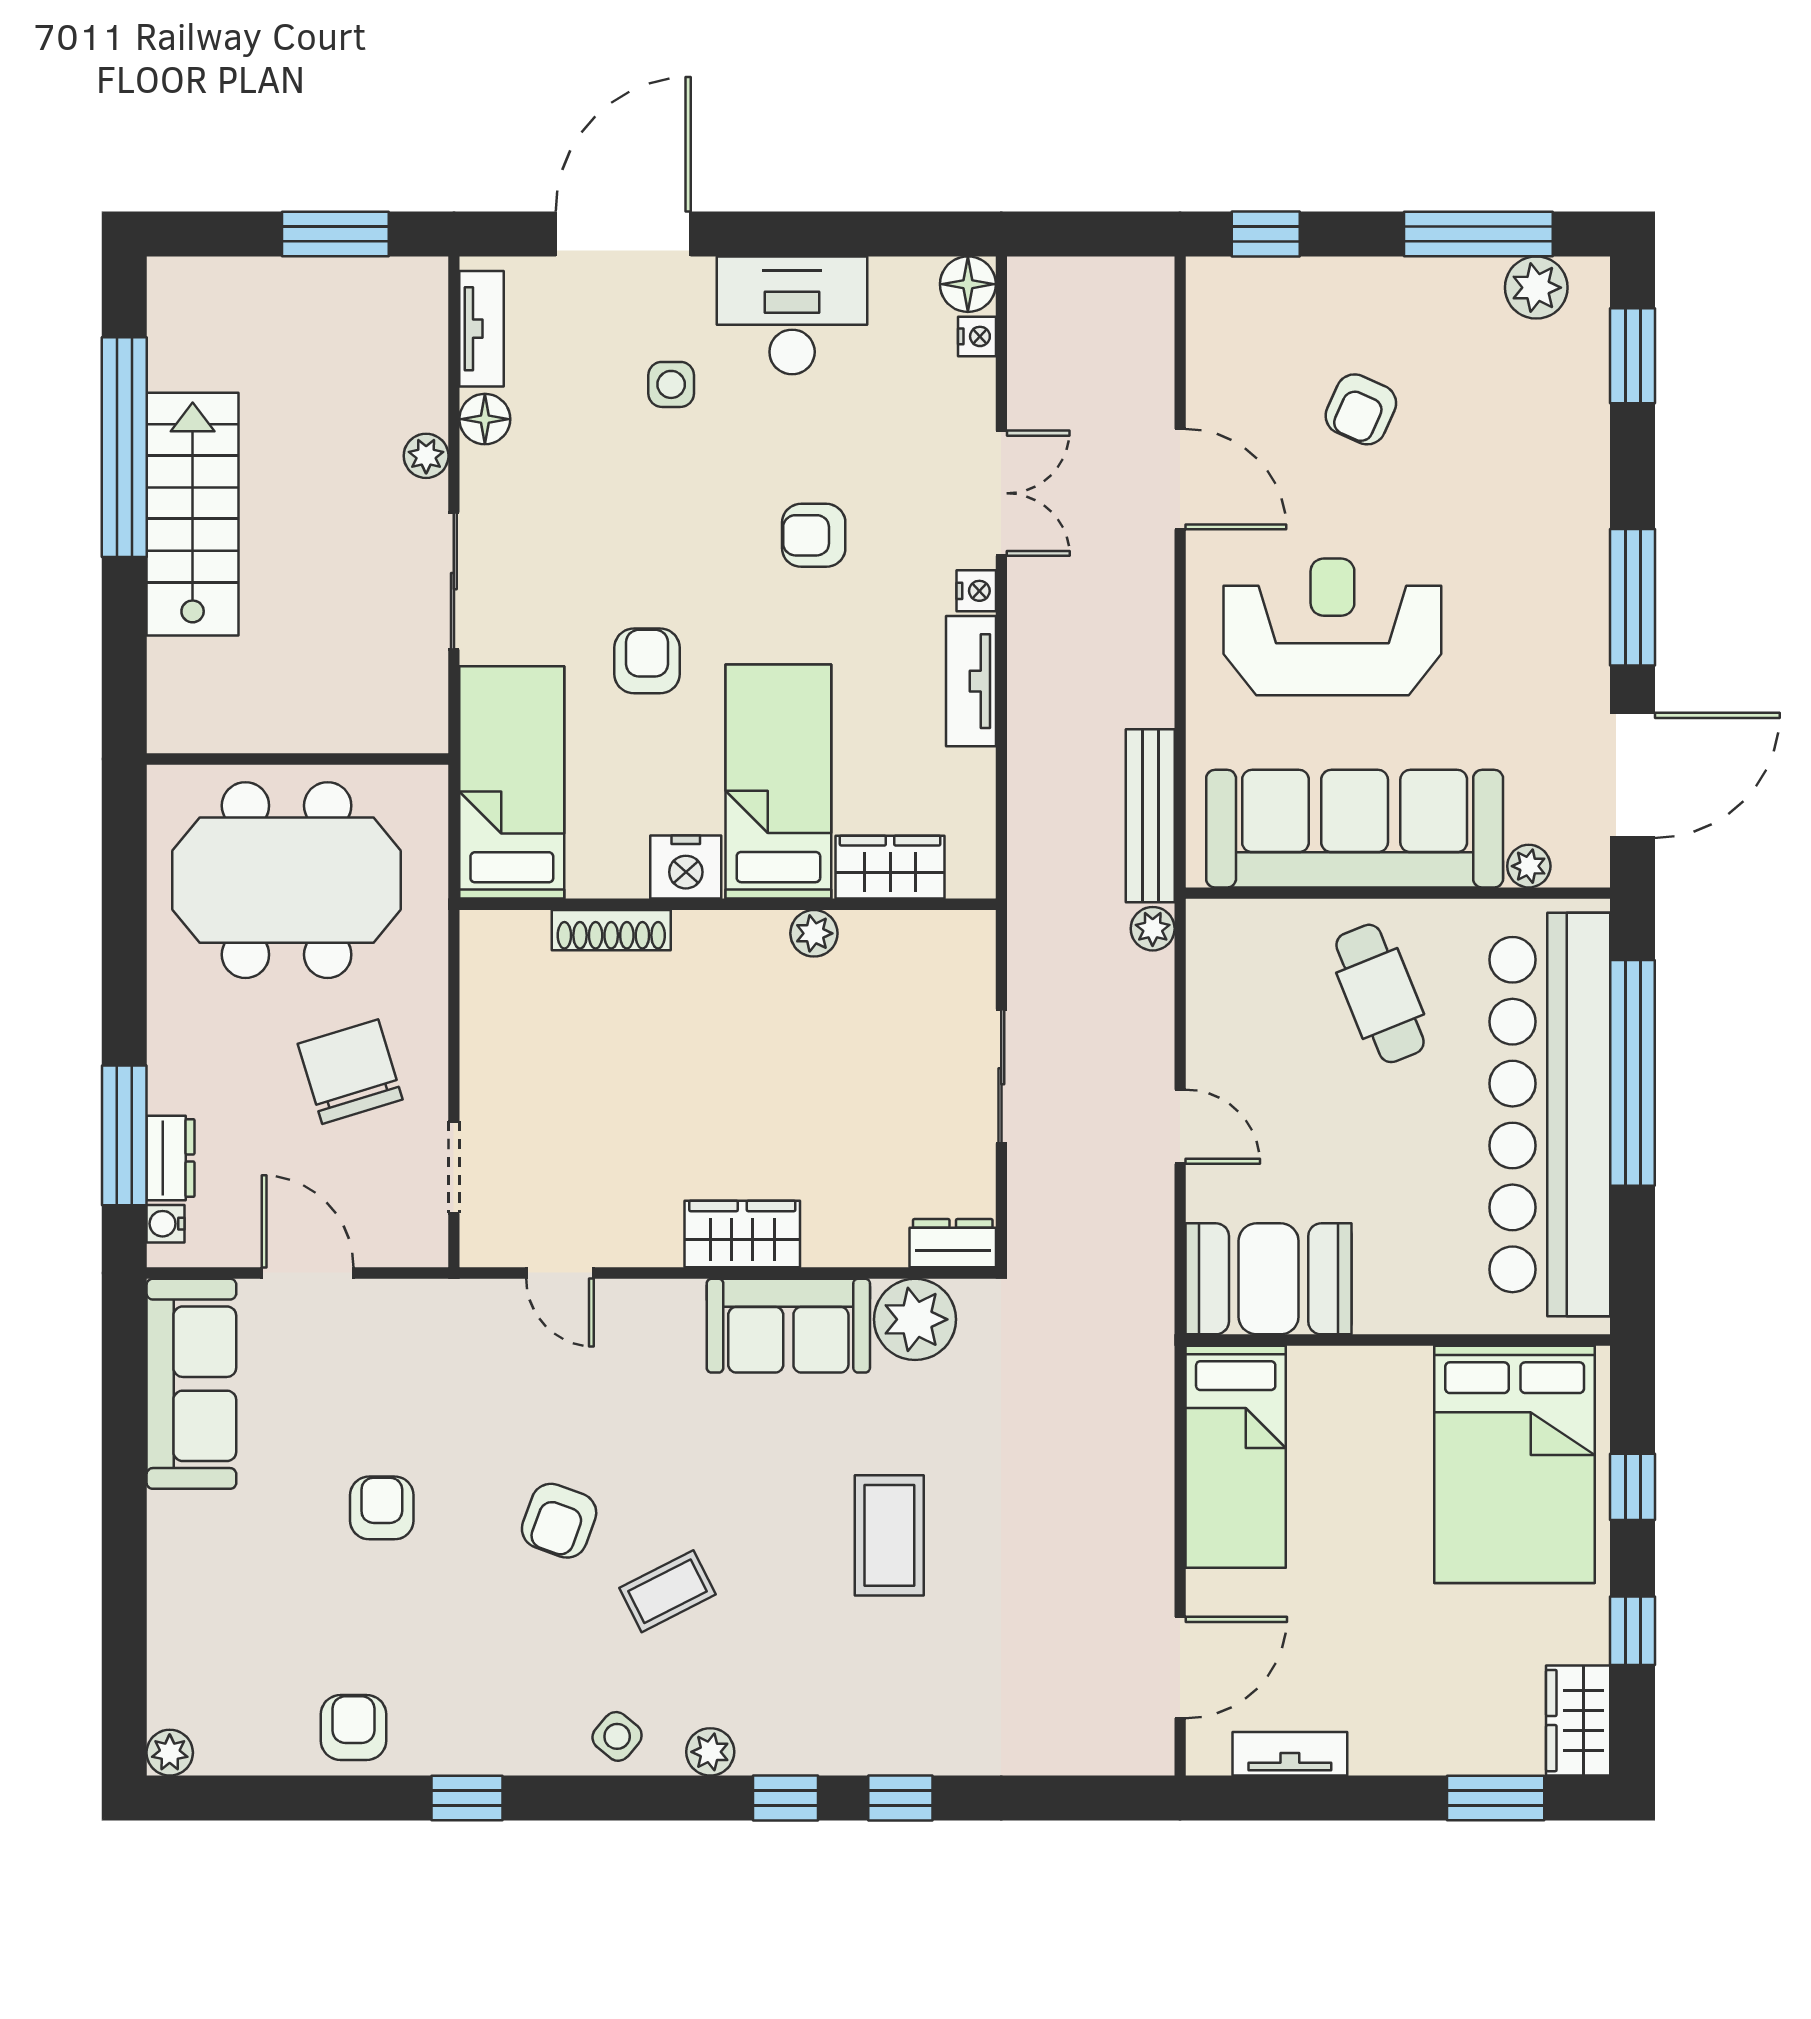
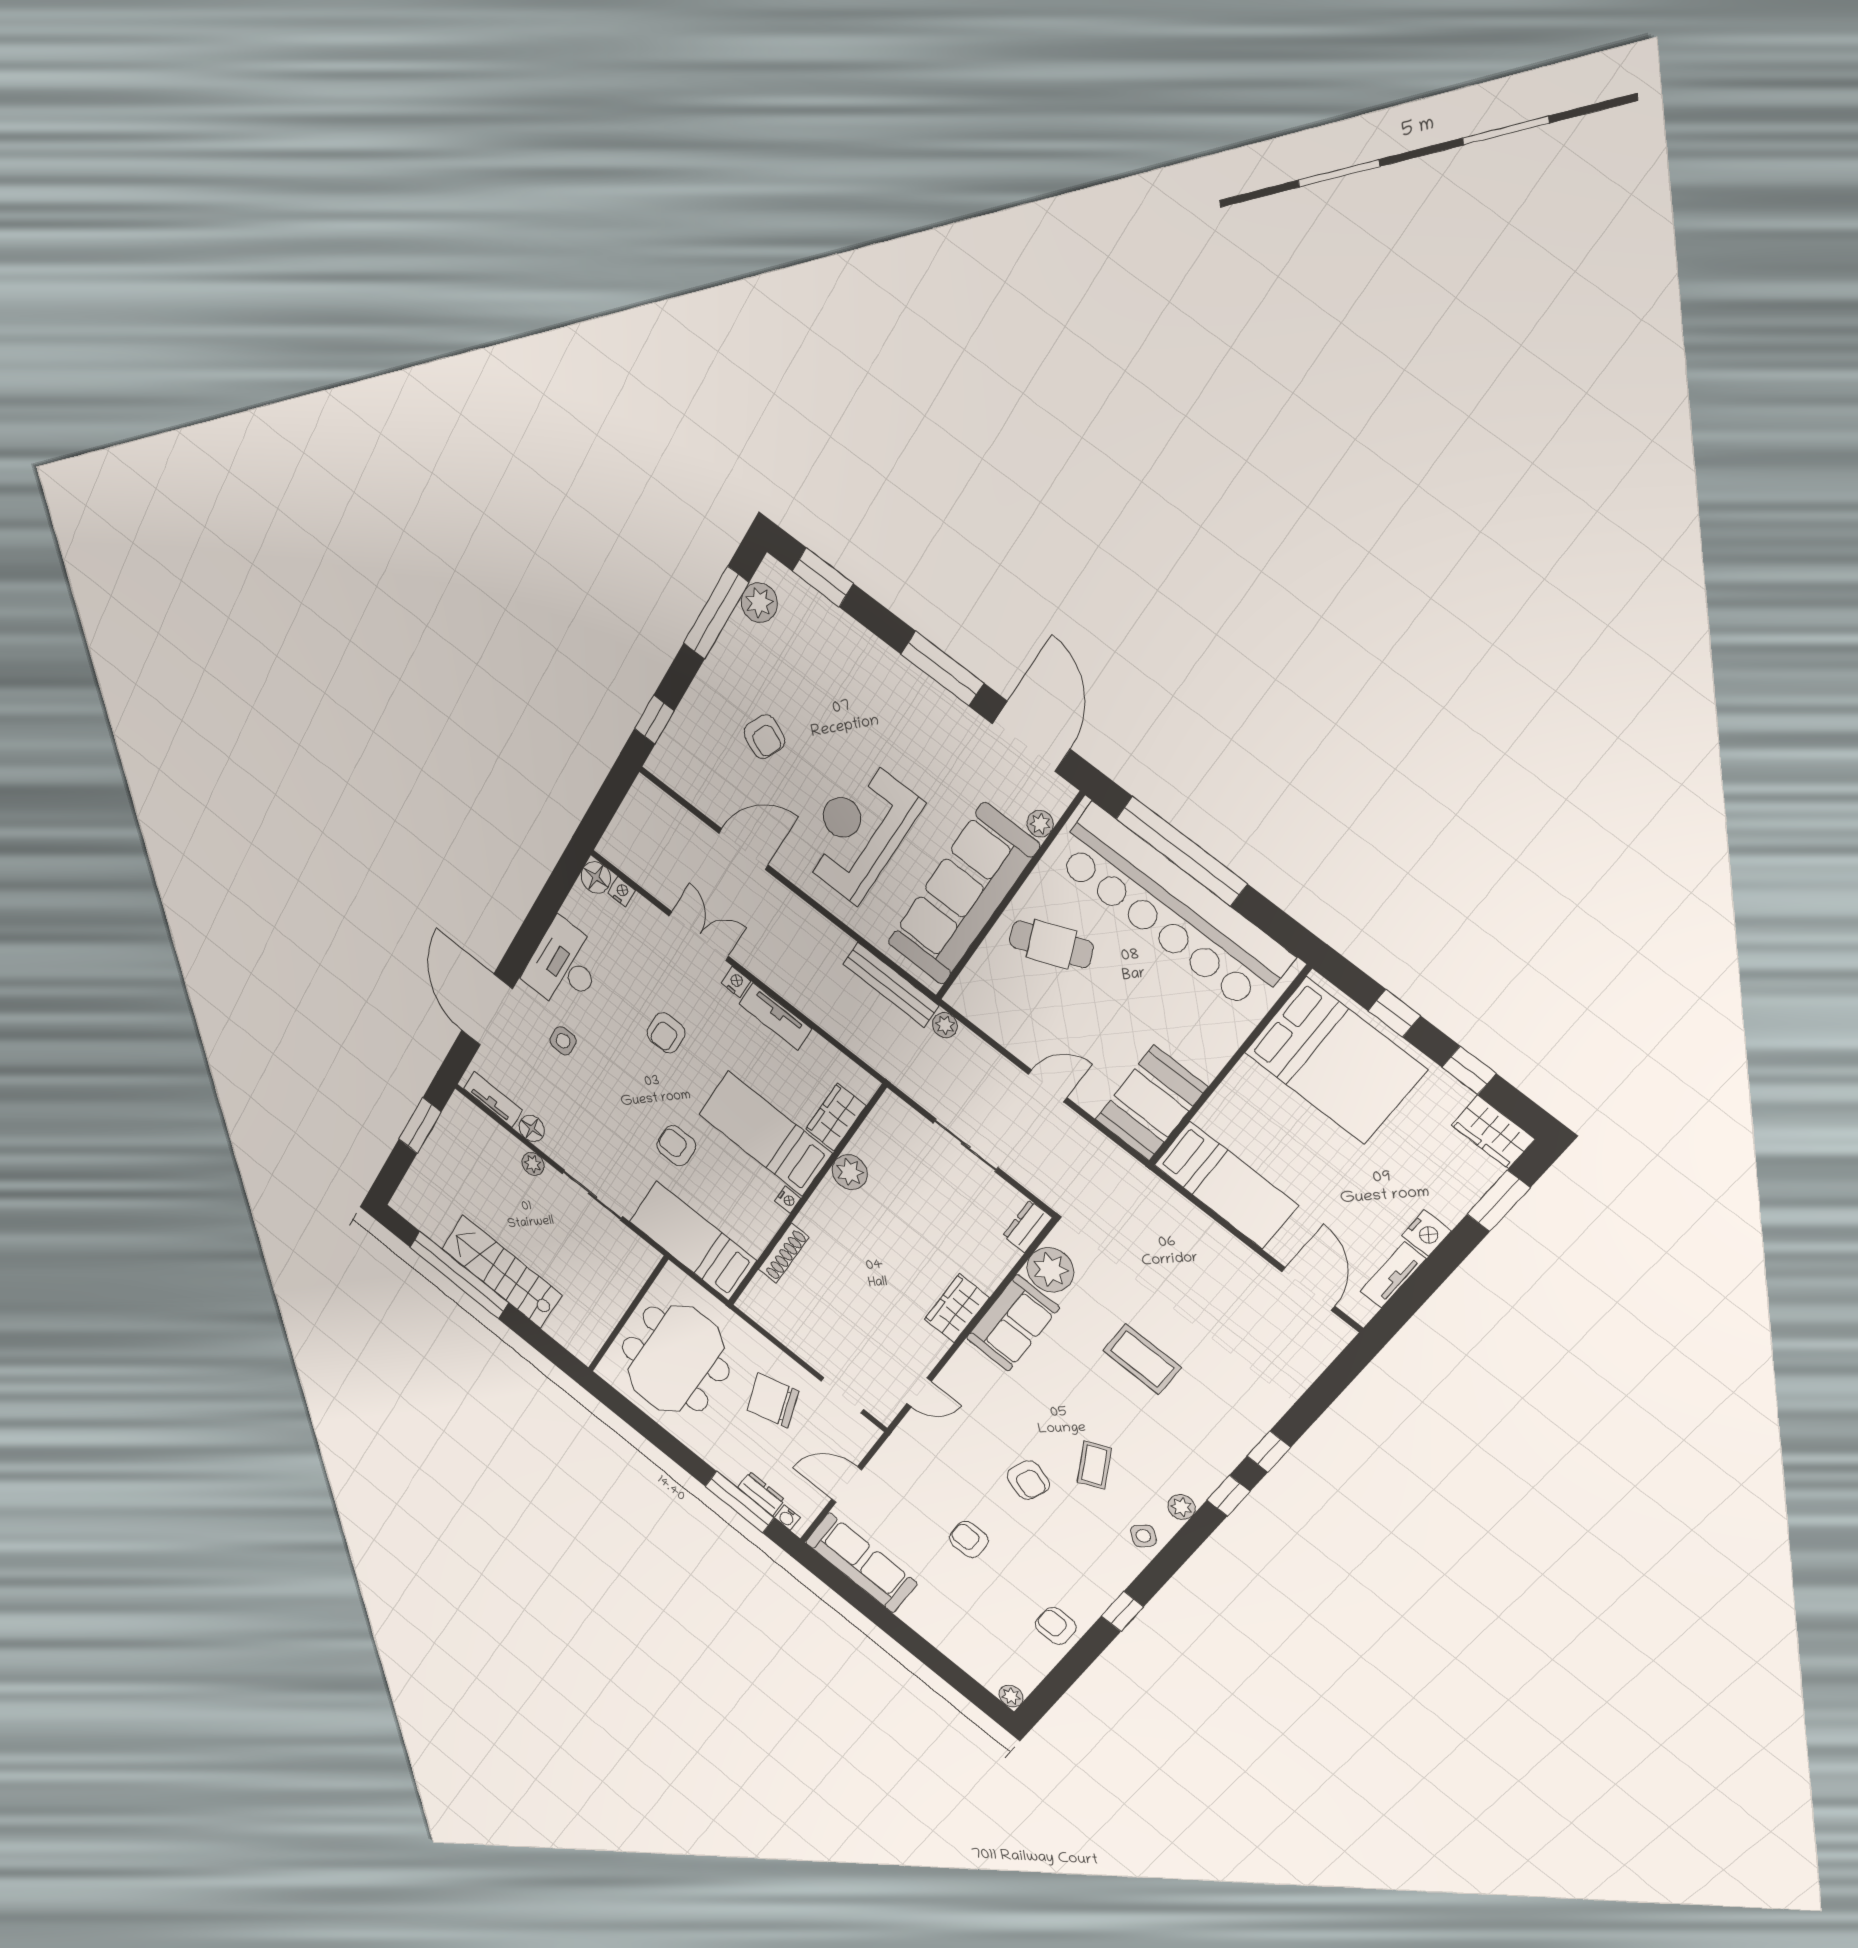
nightstand: (686, 867) -> (788, 1200), width x0.53, depth x0.56
plant: (814, 933) -> (850, 1172), width x1.38, depth x1.38
nightstand: (1381, 1749) -> (1426, 1233), added

